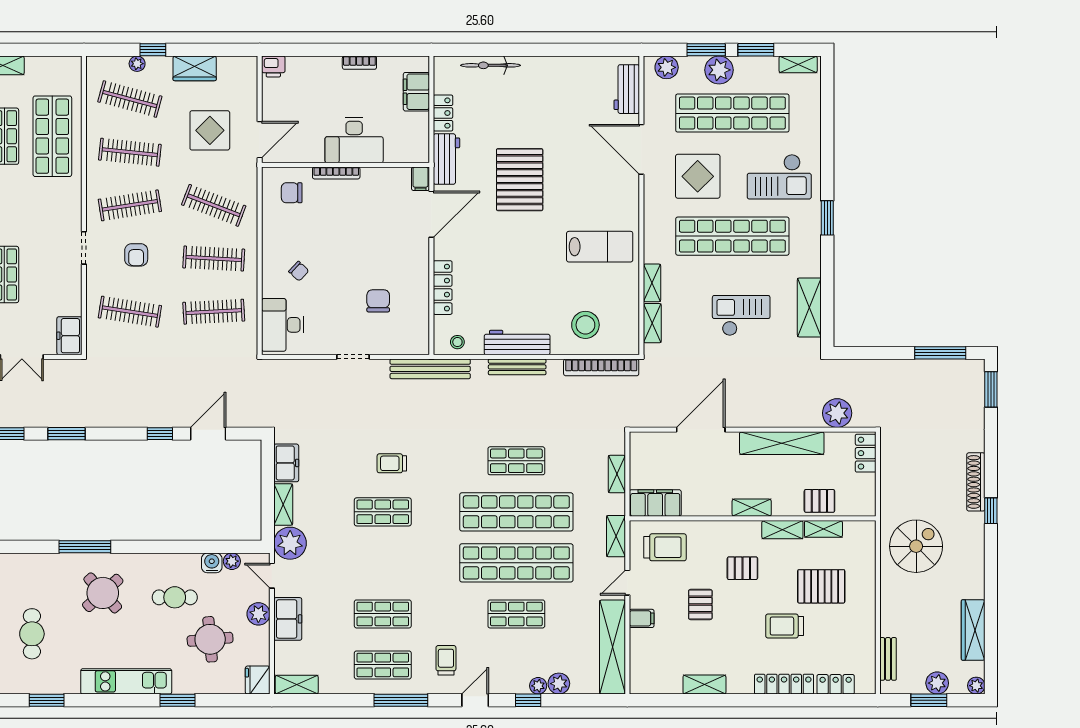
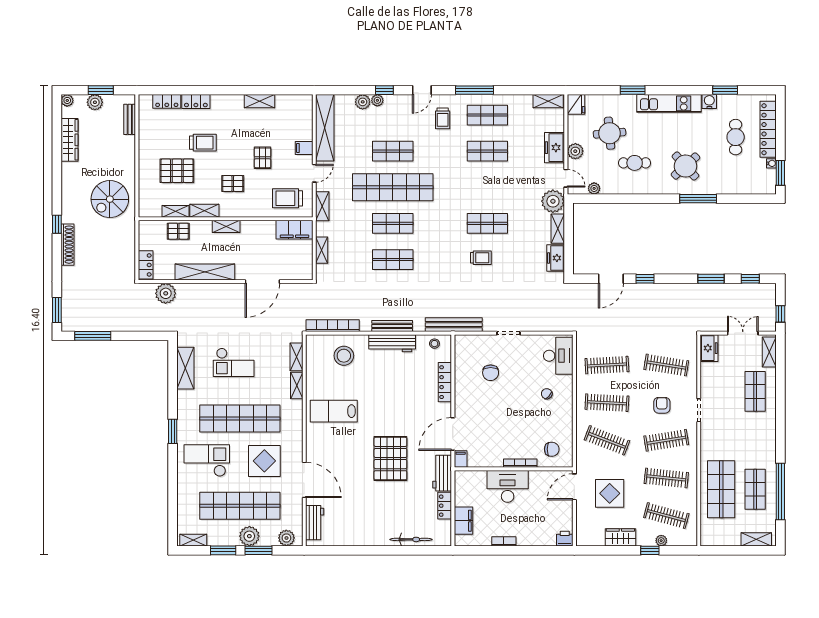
shop shelf: (516, 512) -> (393, 223), width x0.50, depth x0.74
water cooler: (212, 563) -> (709, 101), moved, turned 180
locker: (784, 684) -> (196, 101), width x0.66

